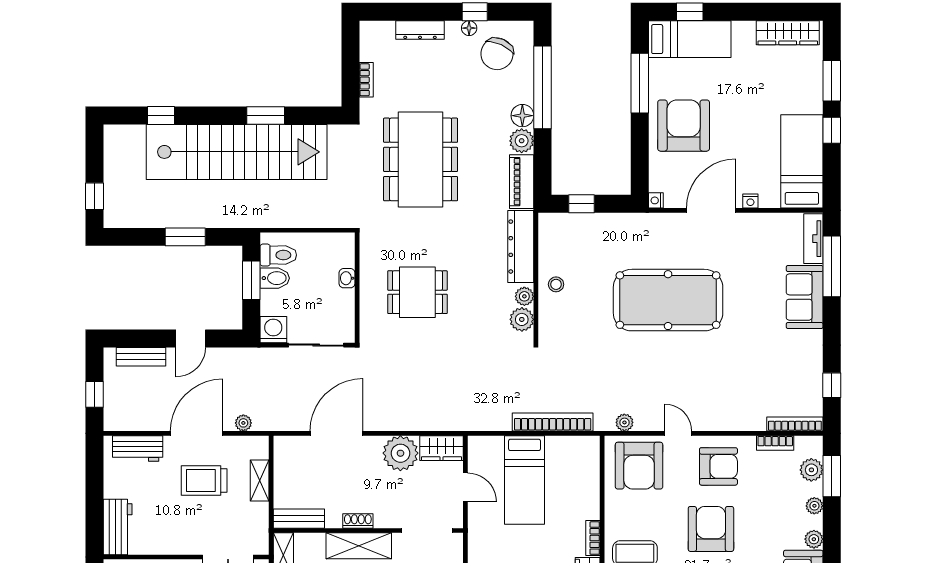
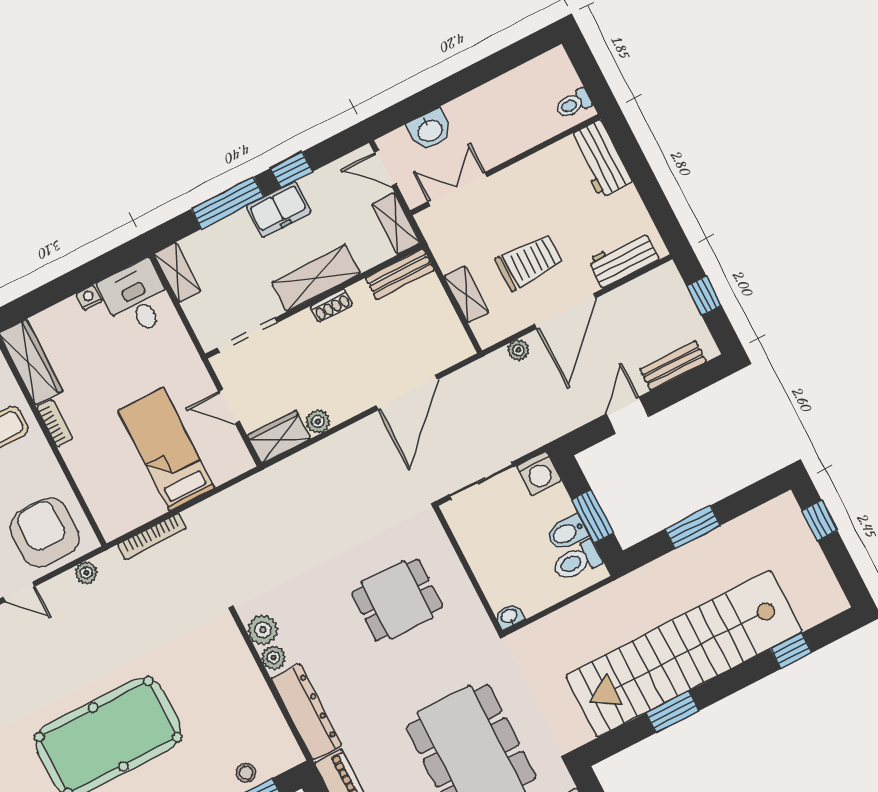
washbasin: (347, 278) -> (509, 616), moved, turned -90
stool: (556, 284) -> (246, 773), moved
bookcase: (553, 422) -> (152, 537), width x0.68, depth x0.76
plant: (400, 453) -> (318, 421), width x0.53, depth x0.53

